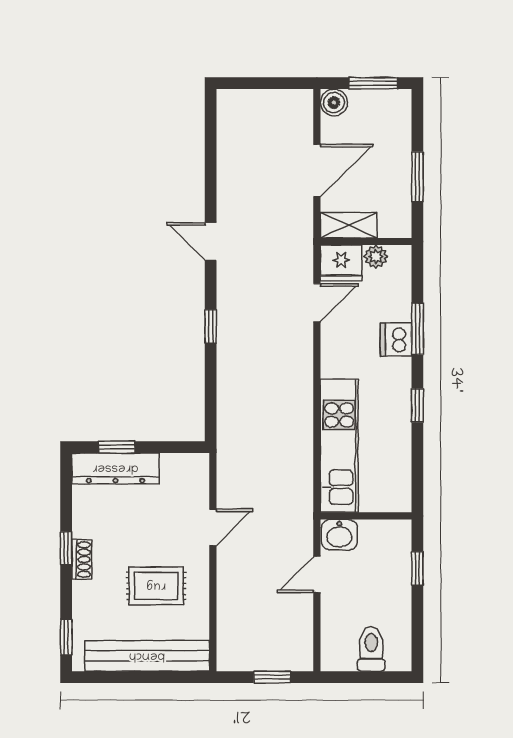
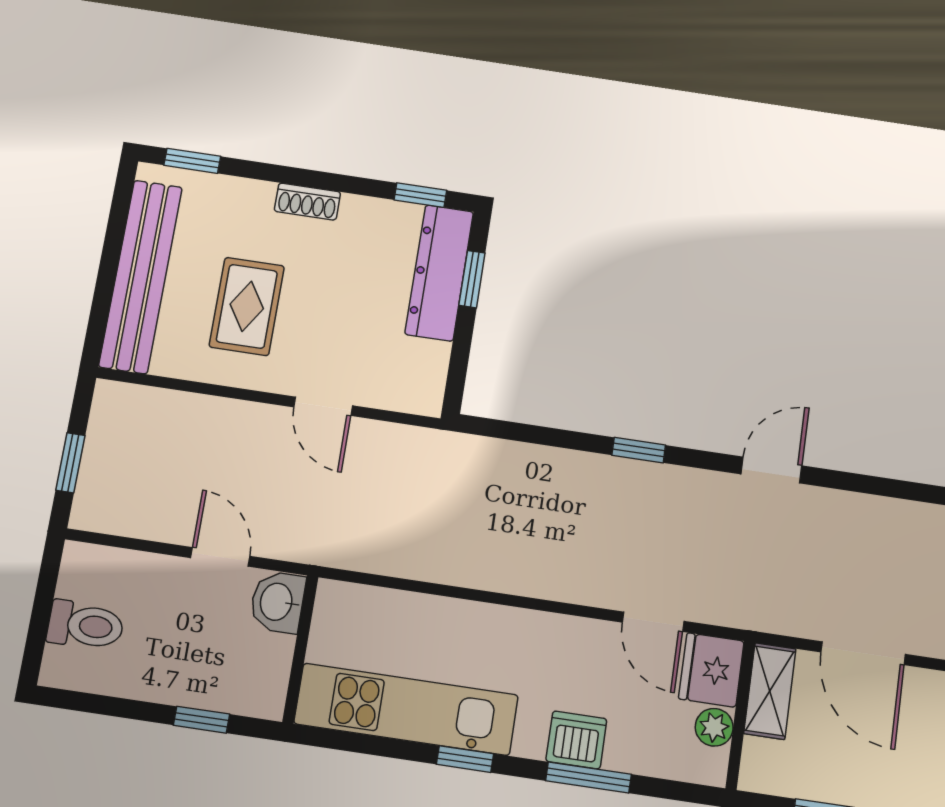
kitchen unit: (339, 446) -> (406, 709), moved, turned 180
window: (66, 548) -> (420, 195), moved

